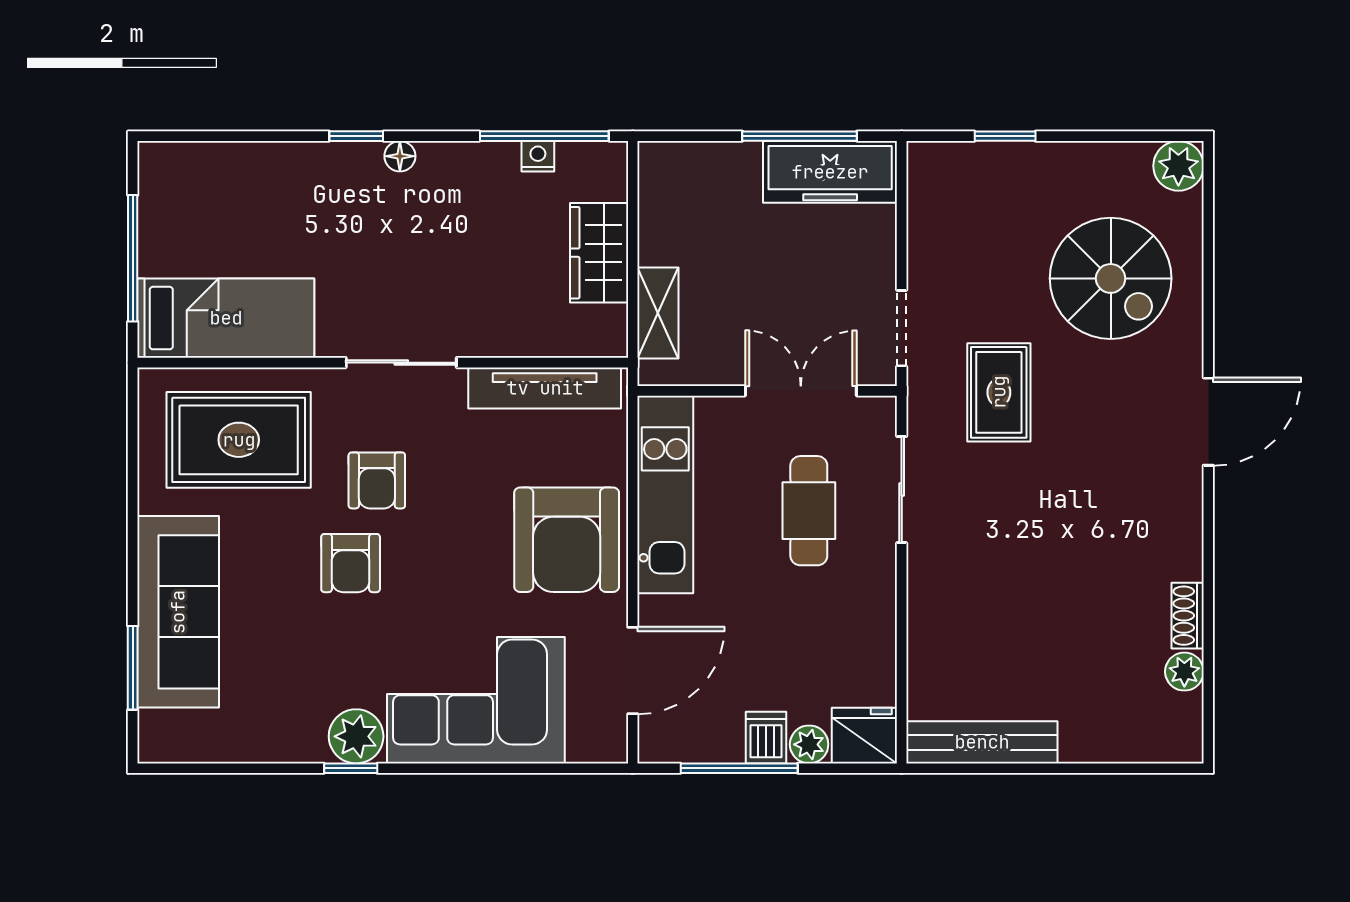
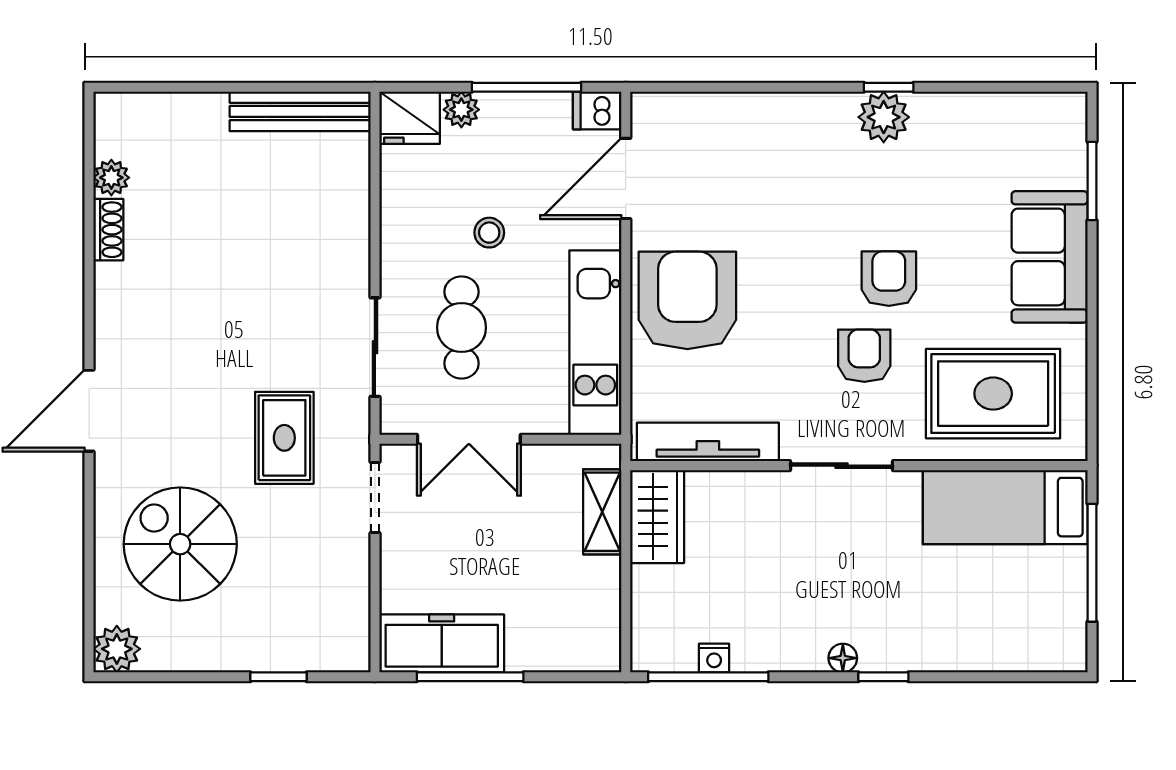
wardrobe: (599, 253) -> (657, 517), moved
sofa: (178, 612) -> (1050, 257), width x0.73
stool: (779, 612) -> (489, 233), added
corner sofa: (476, 700) -> (772, 151), removed
dishwasher: (766, 738) -> (597, 110), moved, turned 90

